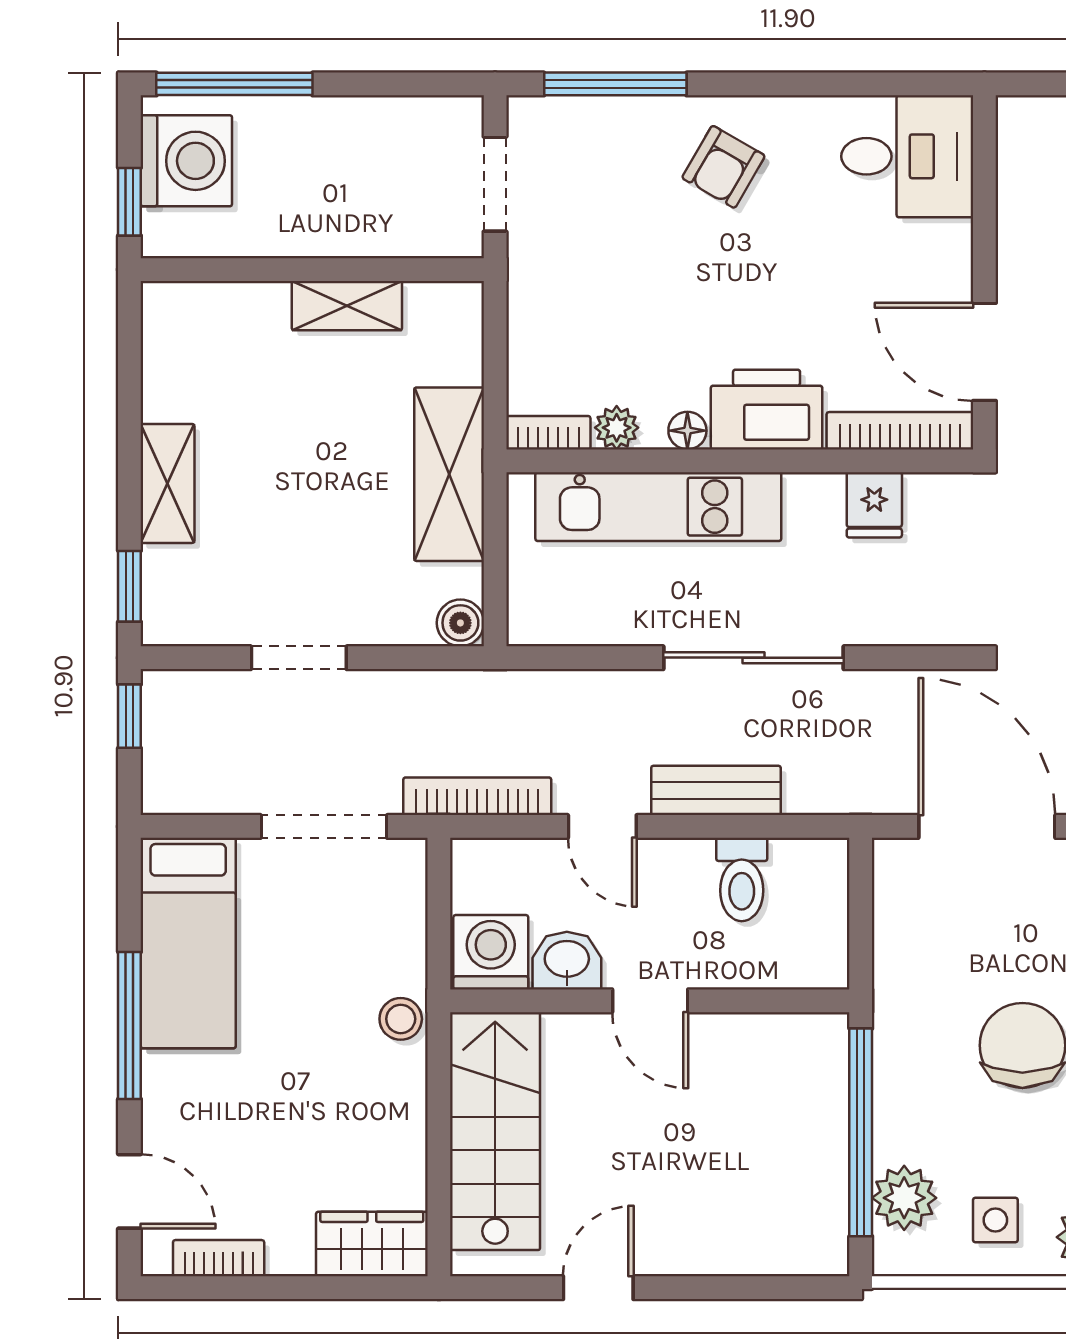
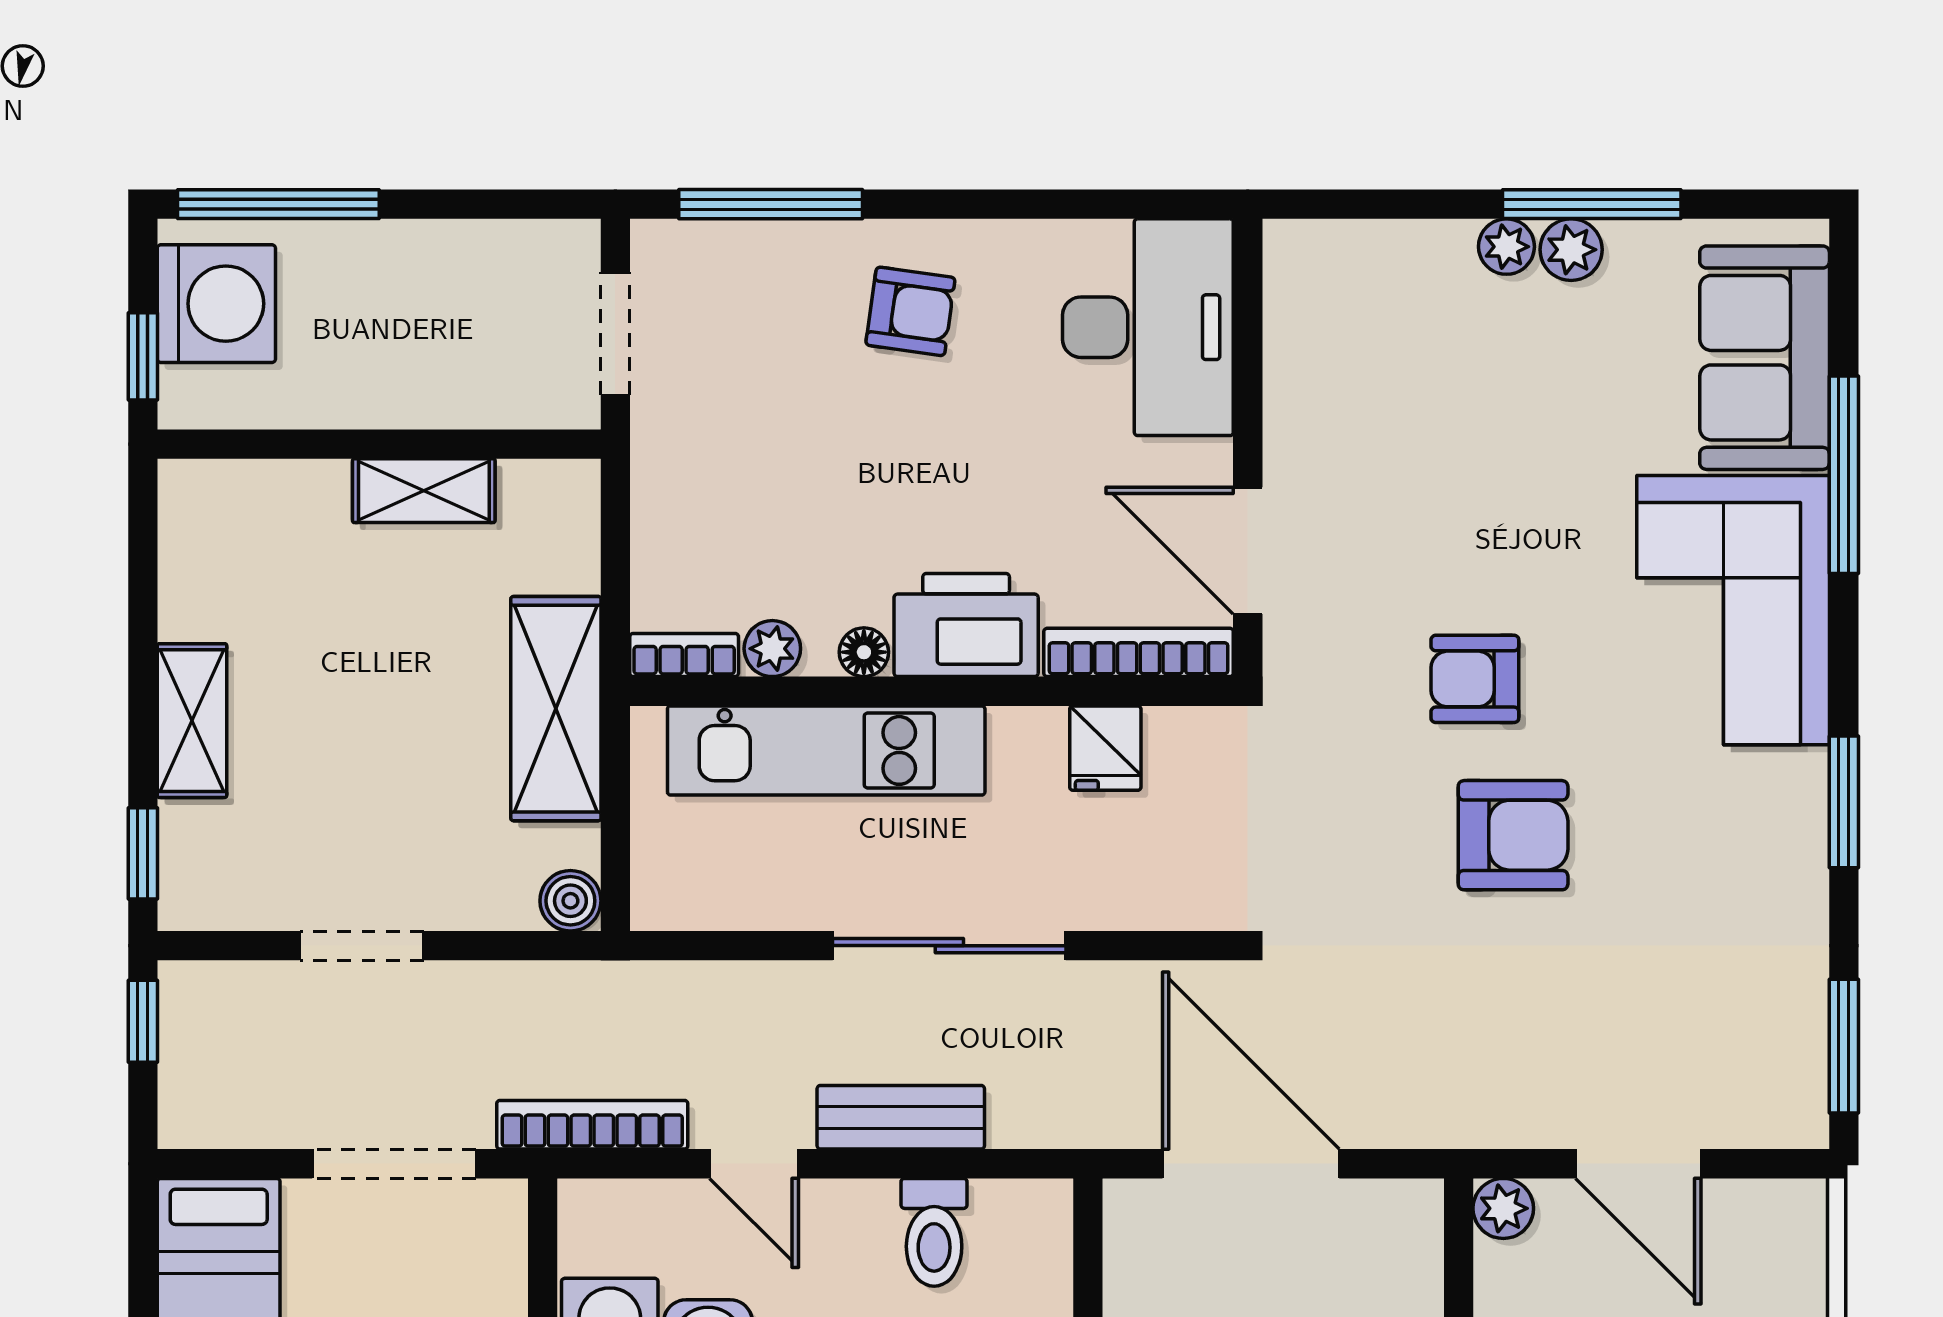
desk: (907, 156) -> (1148, 327), width x1.37
armchair: (723, 167) -> (910, 311), turned -112

